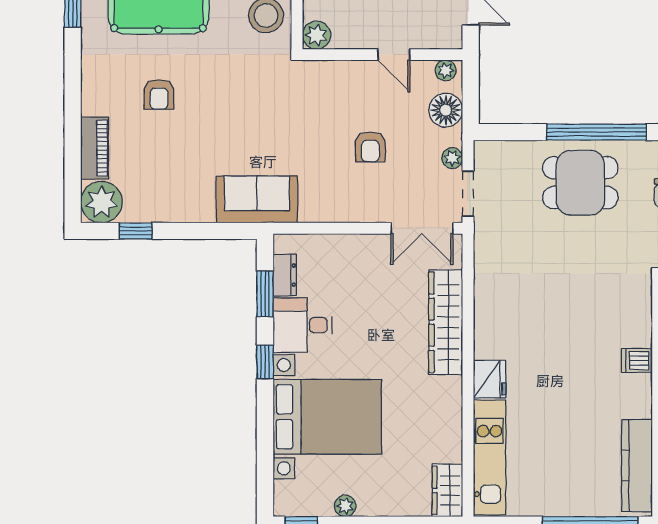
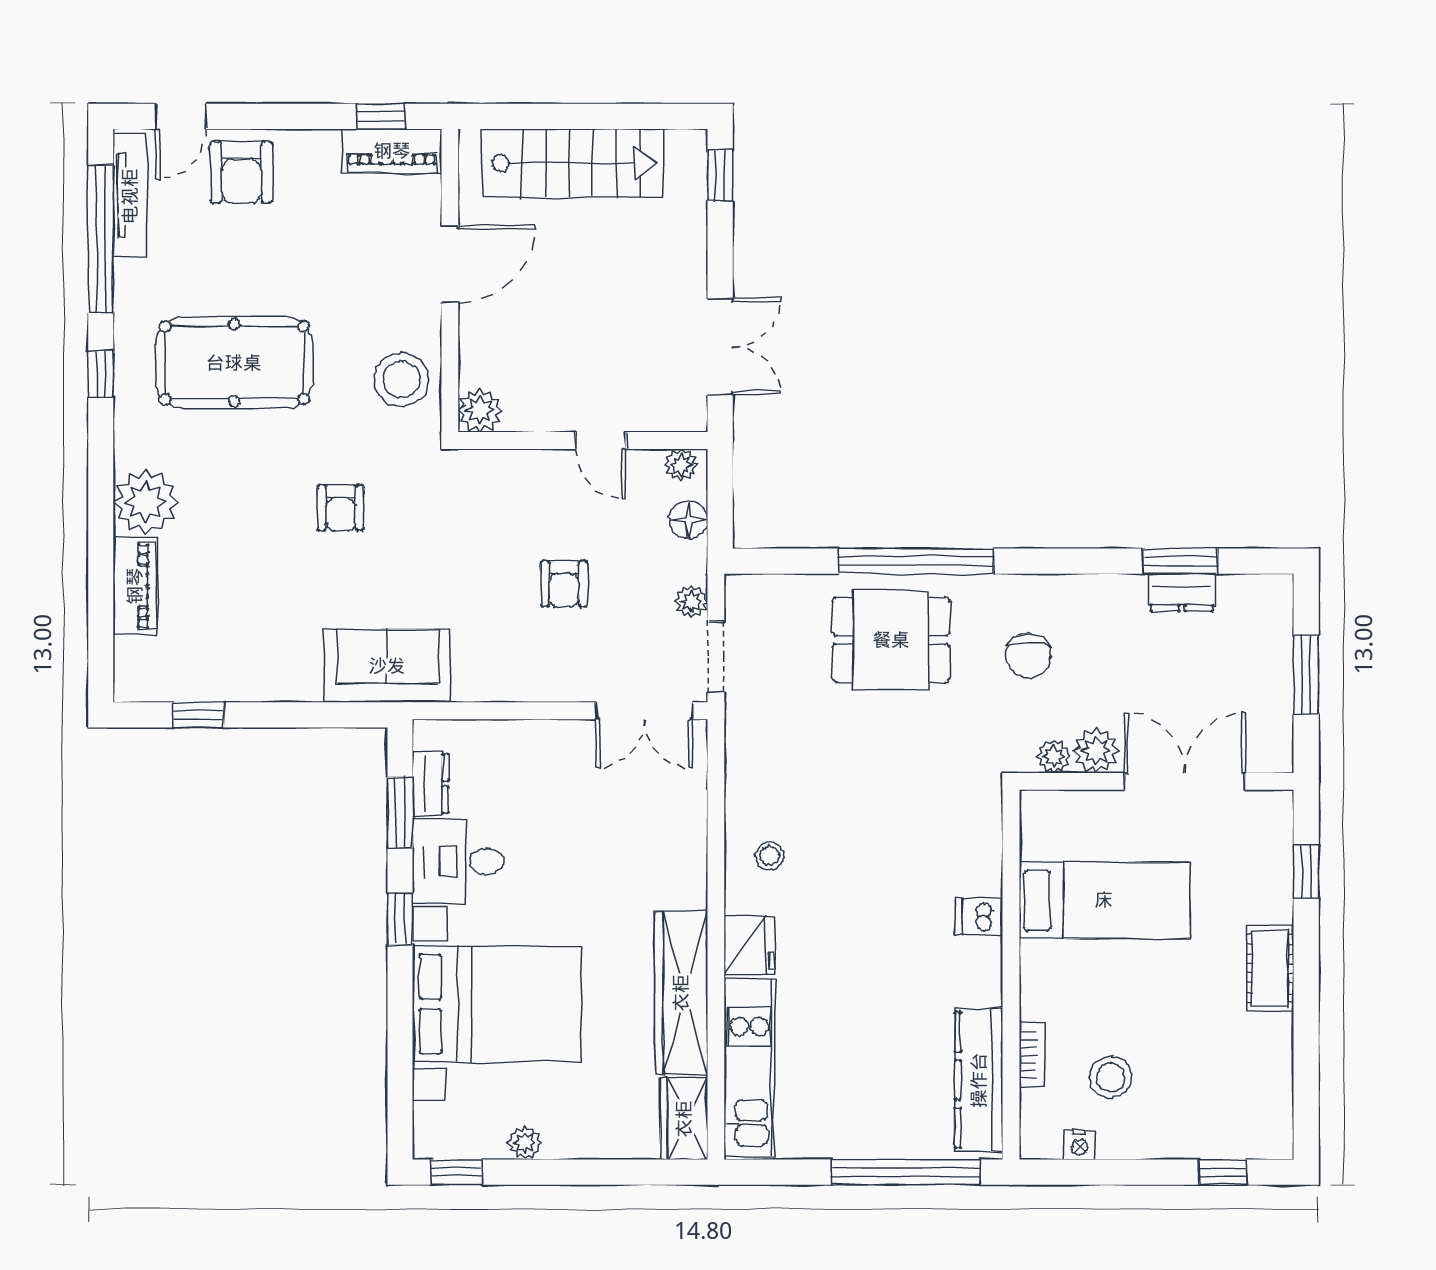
armchair: (159, 94) -> (341, 508), moved
floor lamp: (446, 110) -> (688, 520), width x0.73, depth x0.73
plant: (102, 202) -> (146, 502), moved
wardrobe: (446, 322) -> (681, 993), moved
stool: (502, 322) -> (769, 856), added

